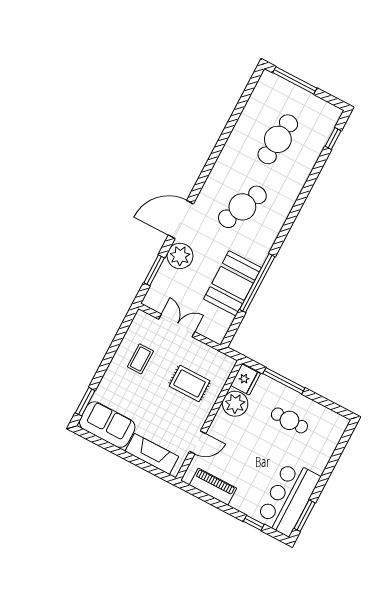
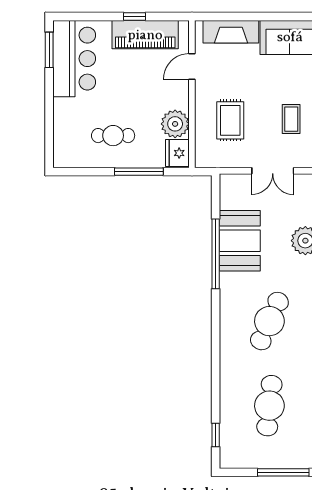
rug: (190, 383) -> (230, 120), turned 90
piano: (213, 487) -> (145, 35), width x1.37, depth x1.33
window: (254, 523) -> (134, 17), moved

